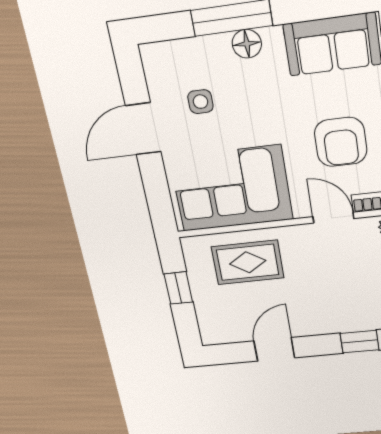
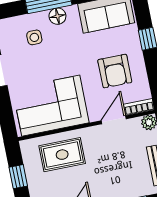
side table: (200, 102) -> (34, 37), moved
door: (333, 218) -> (114, 120), hinge flipped

